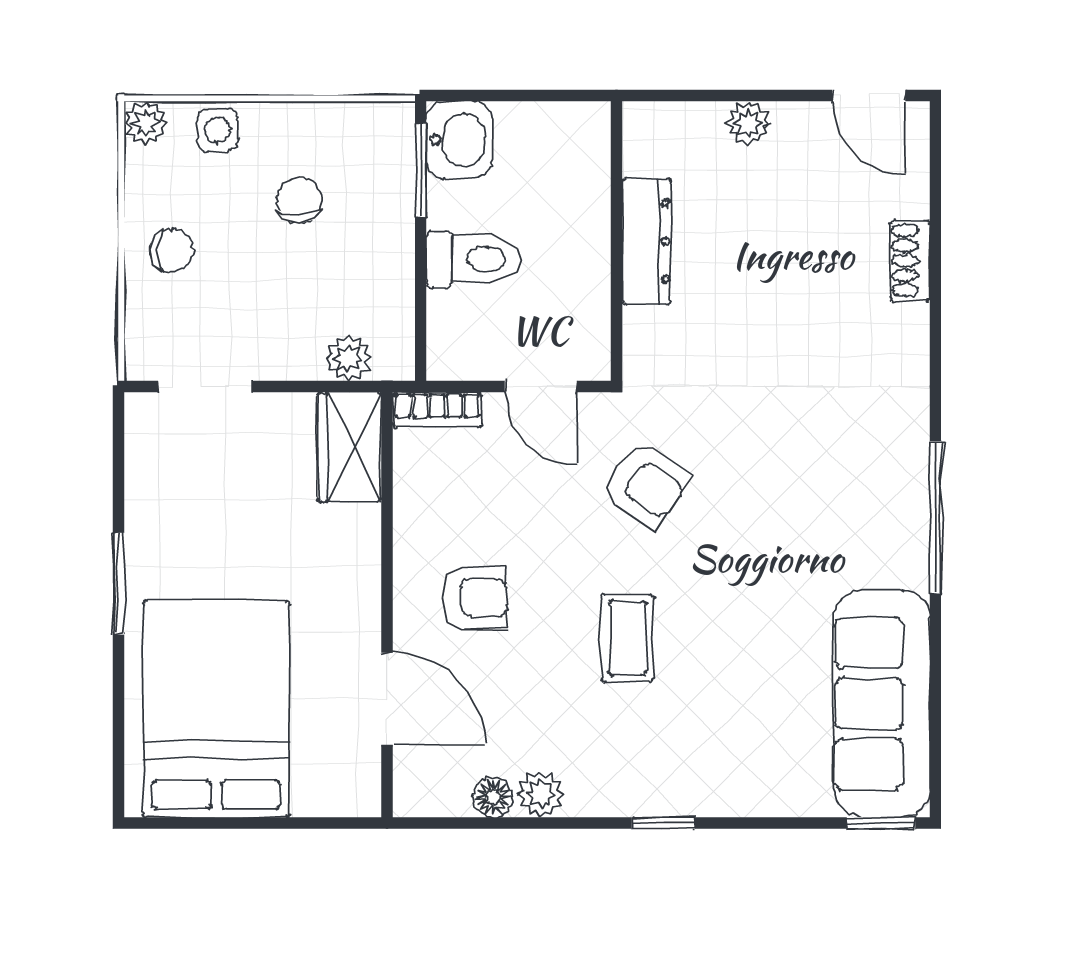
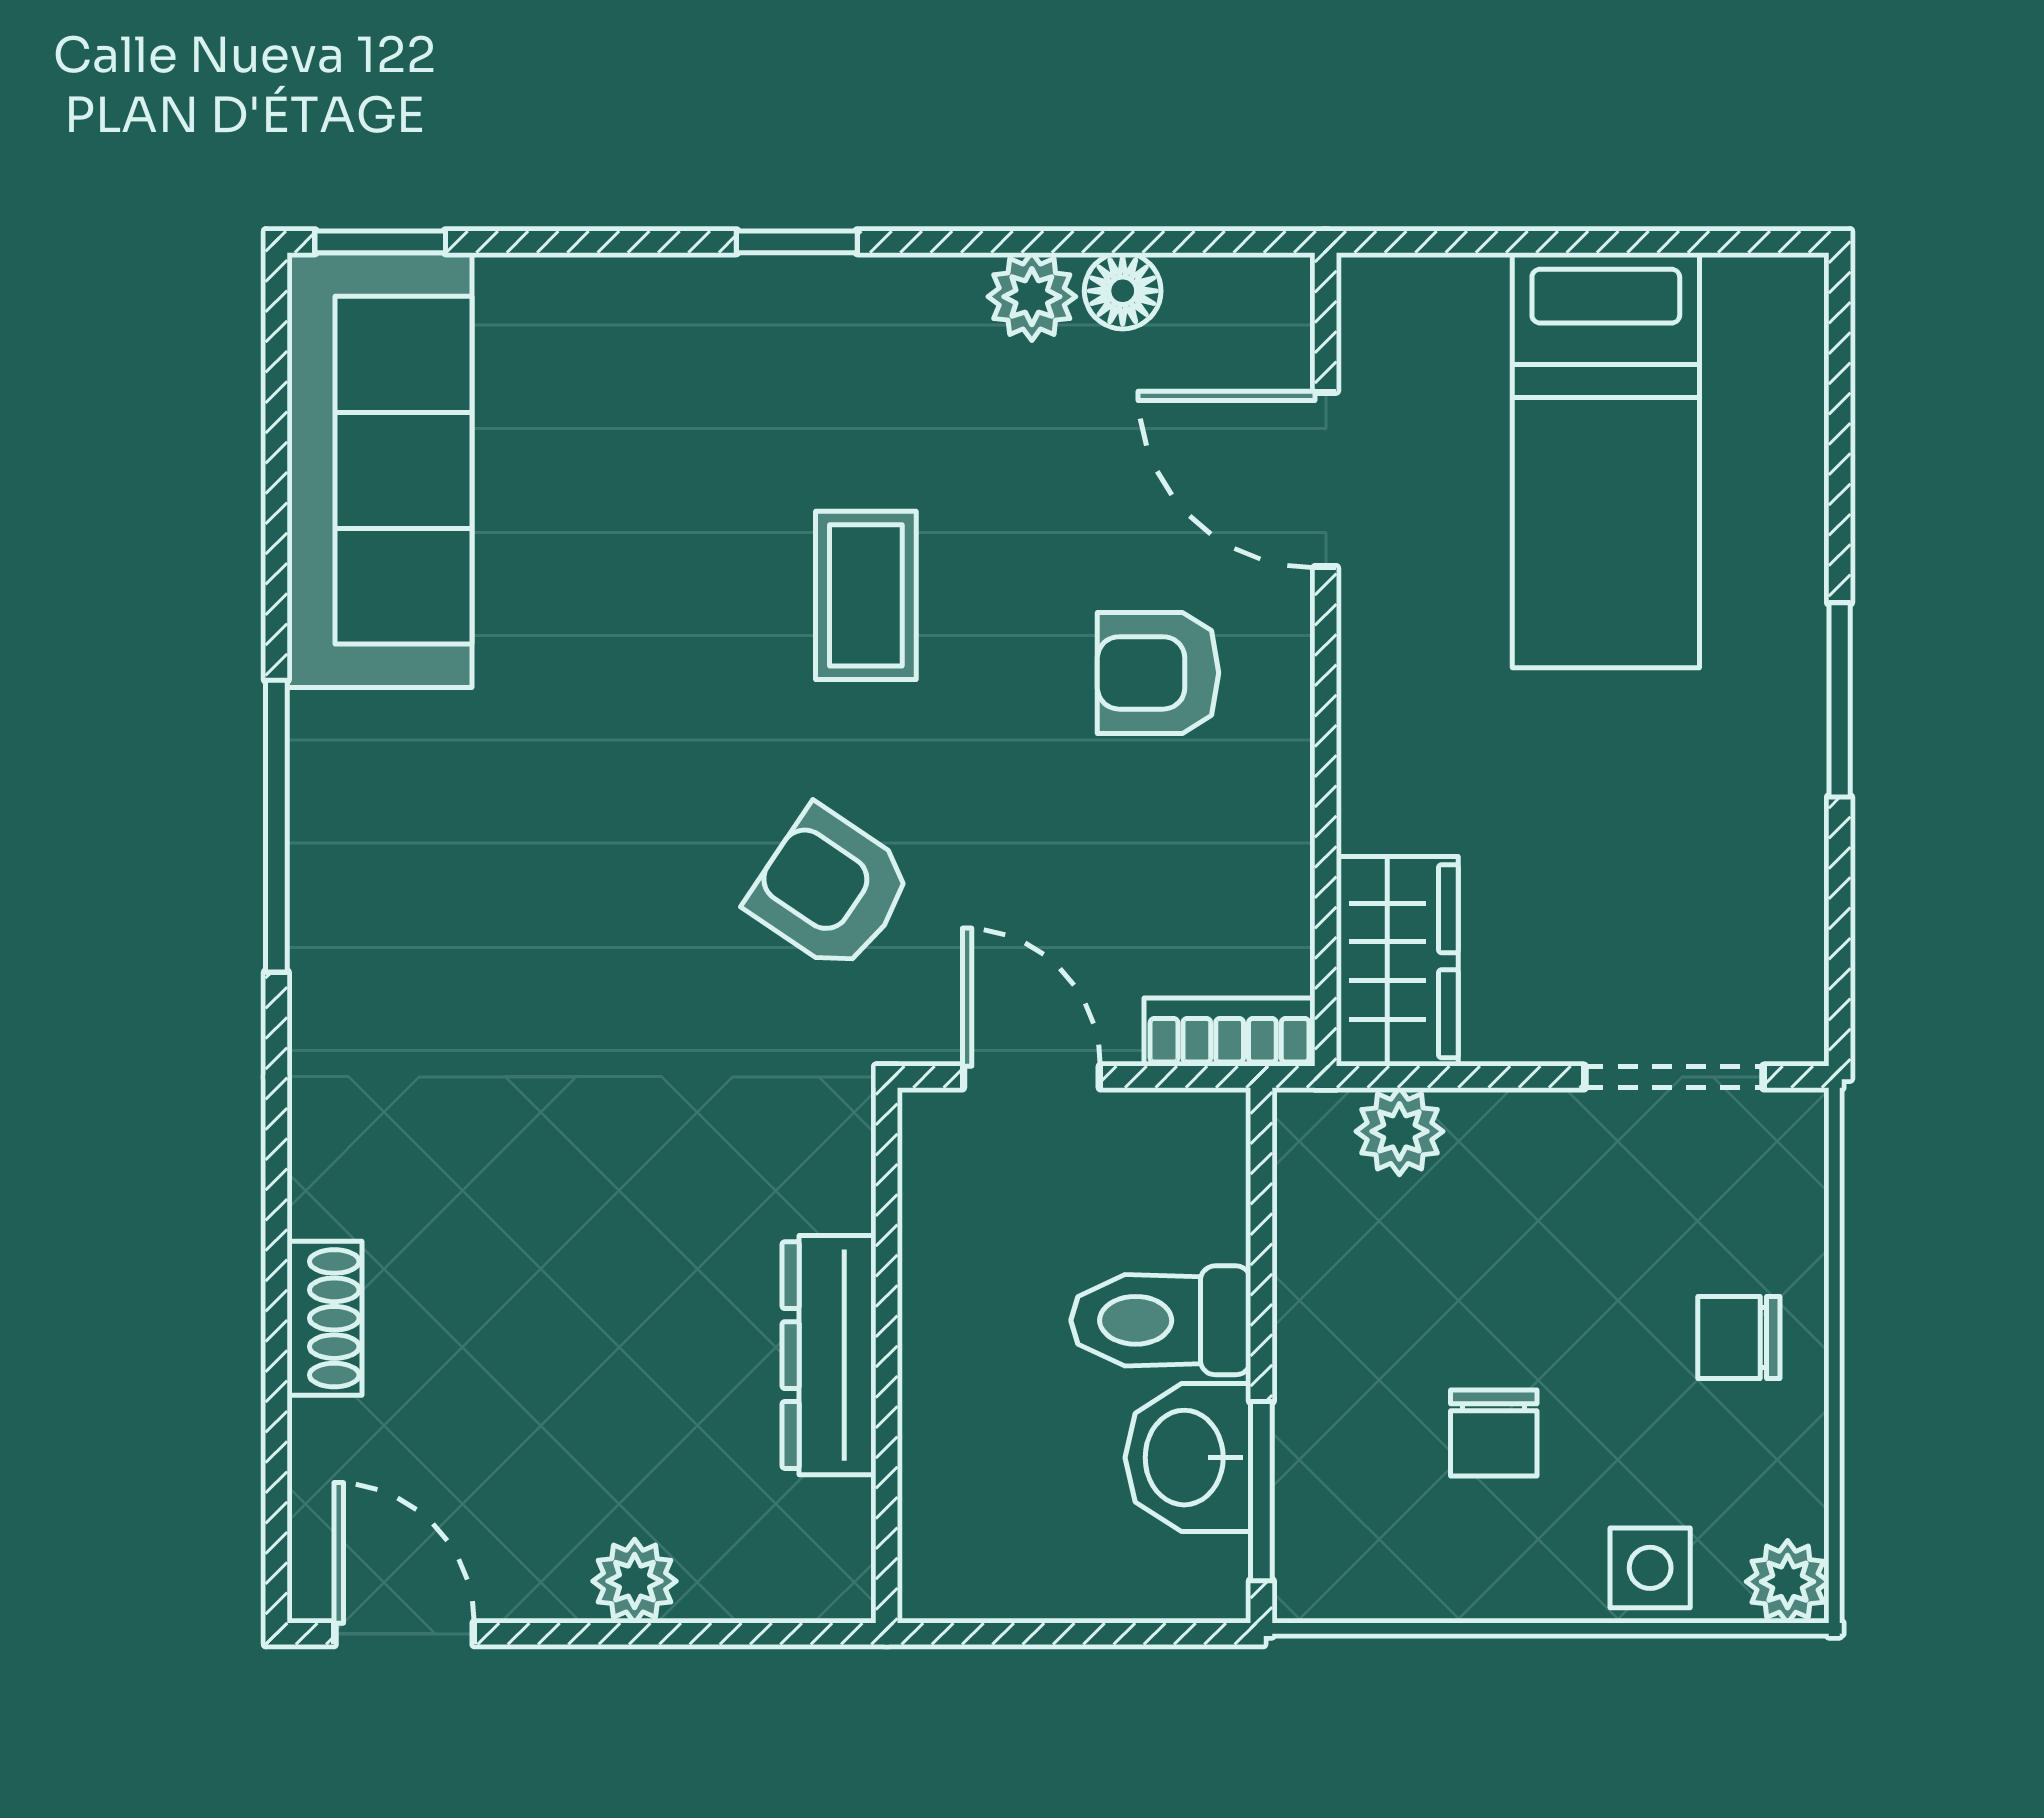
washbasin: (459, 140) -> (1188, 1458), moved
bed: (216, 709) -> (1606, 460), width x0.67

